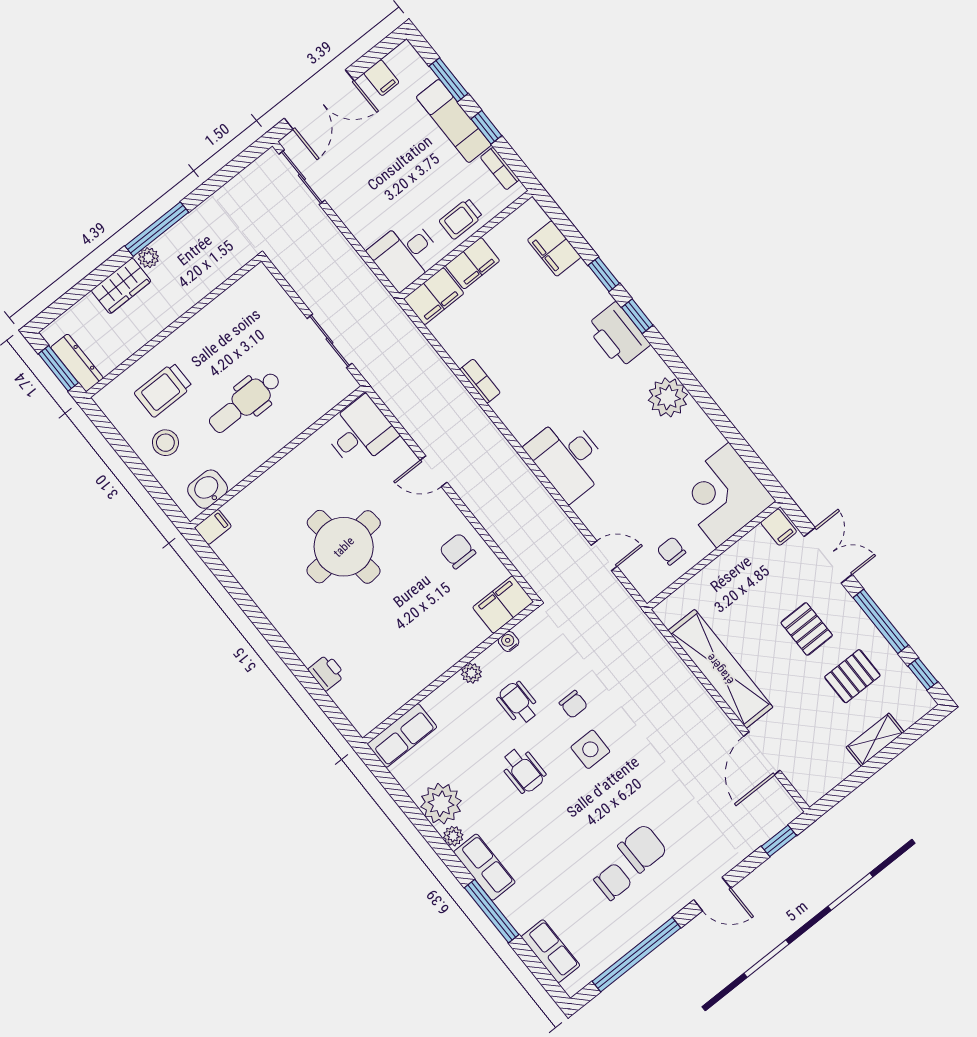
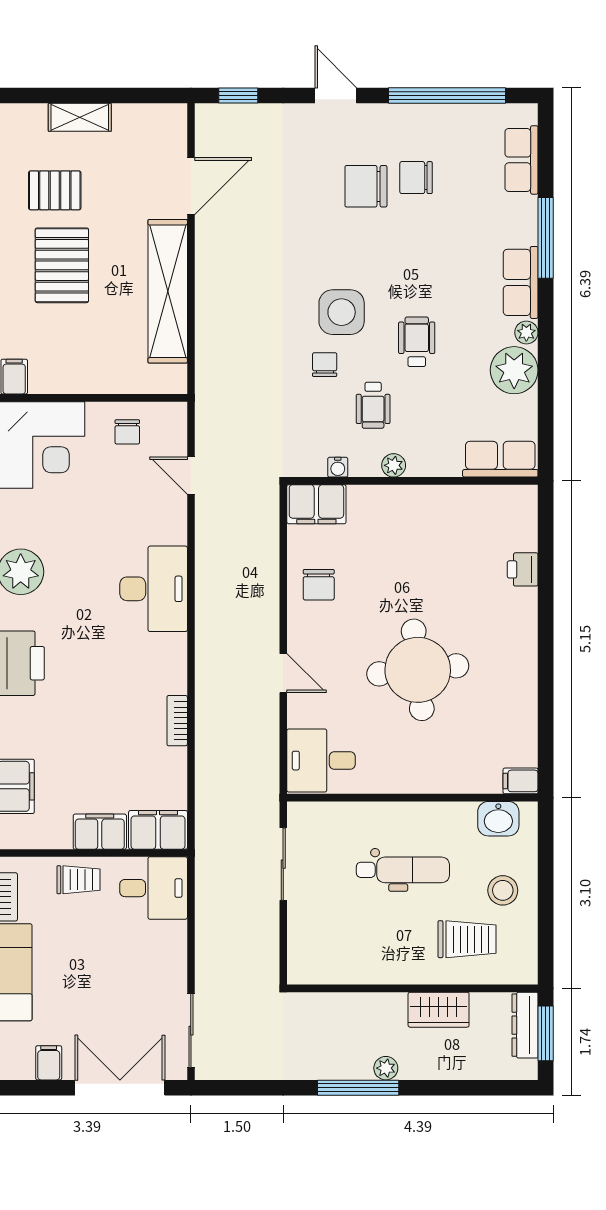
wardrobe: (121, 286) -> (439, 1010), moved, turned 180
pallet: (807, 629) -> (62, 265), width x1.50, depth x1.42
side table: (590, 749) -> (342, 312), width x1.37, depth x1.37

